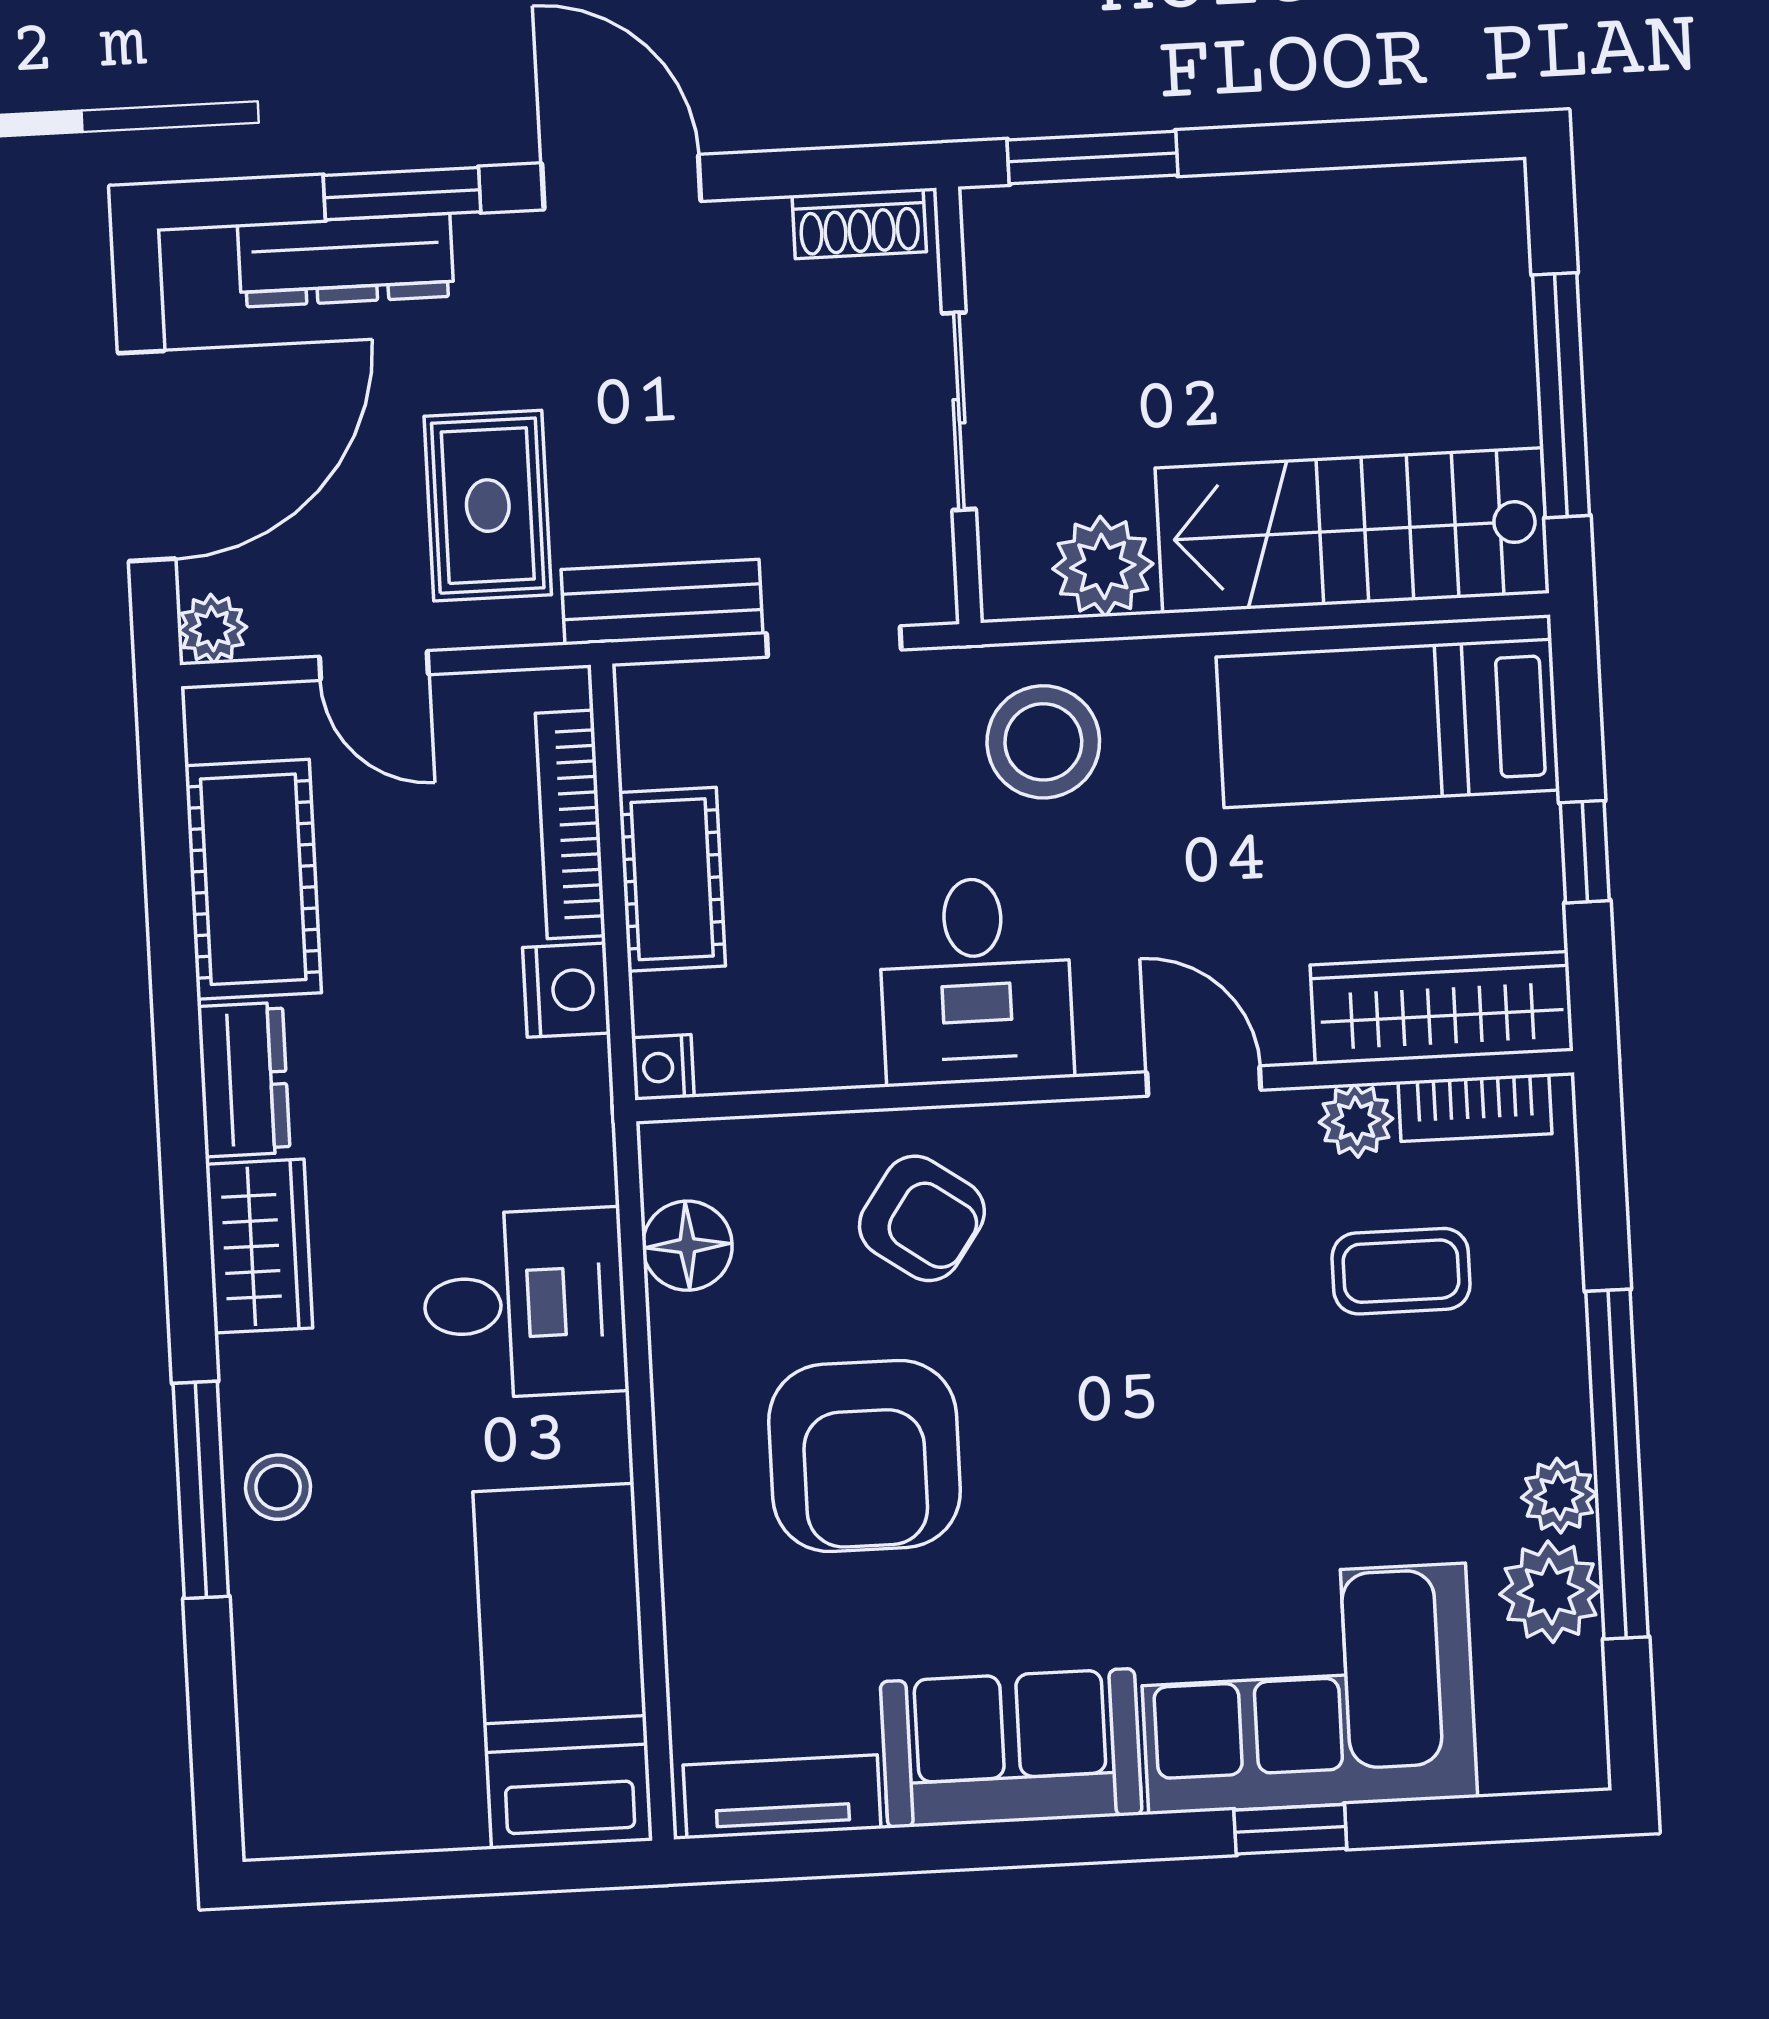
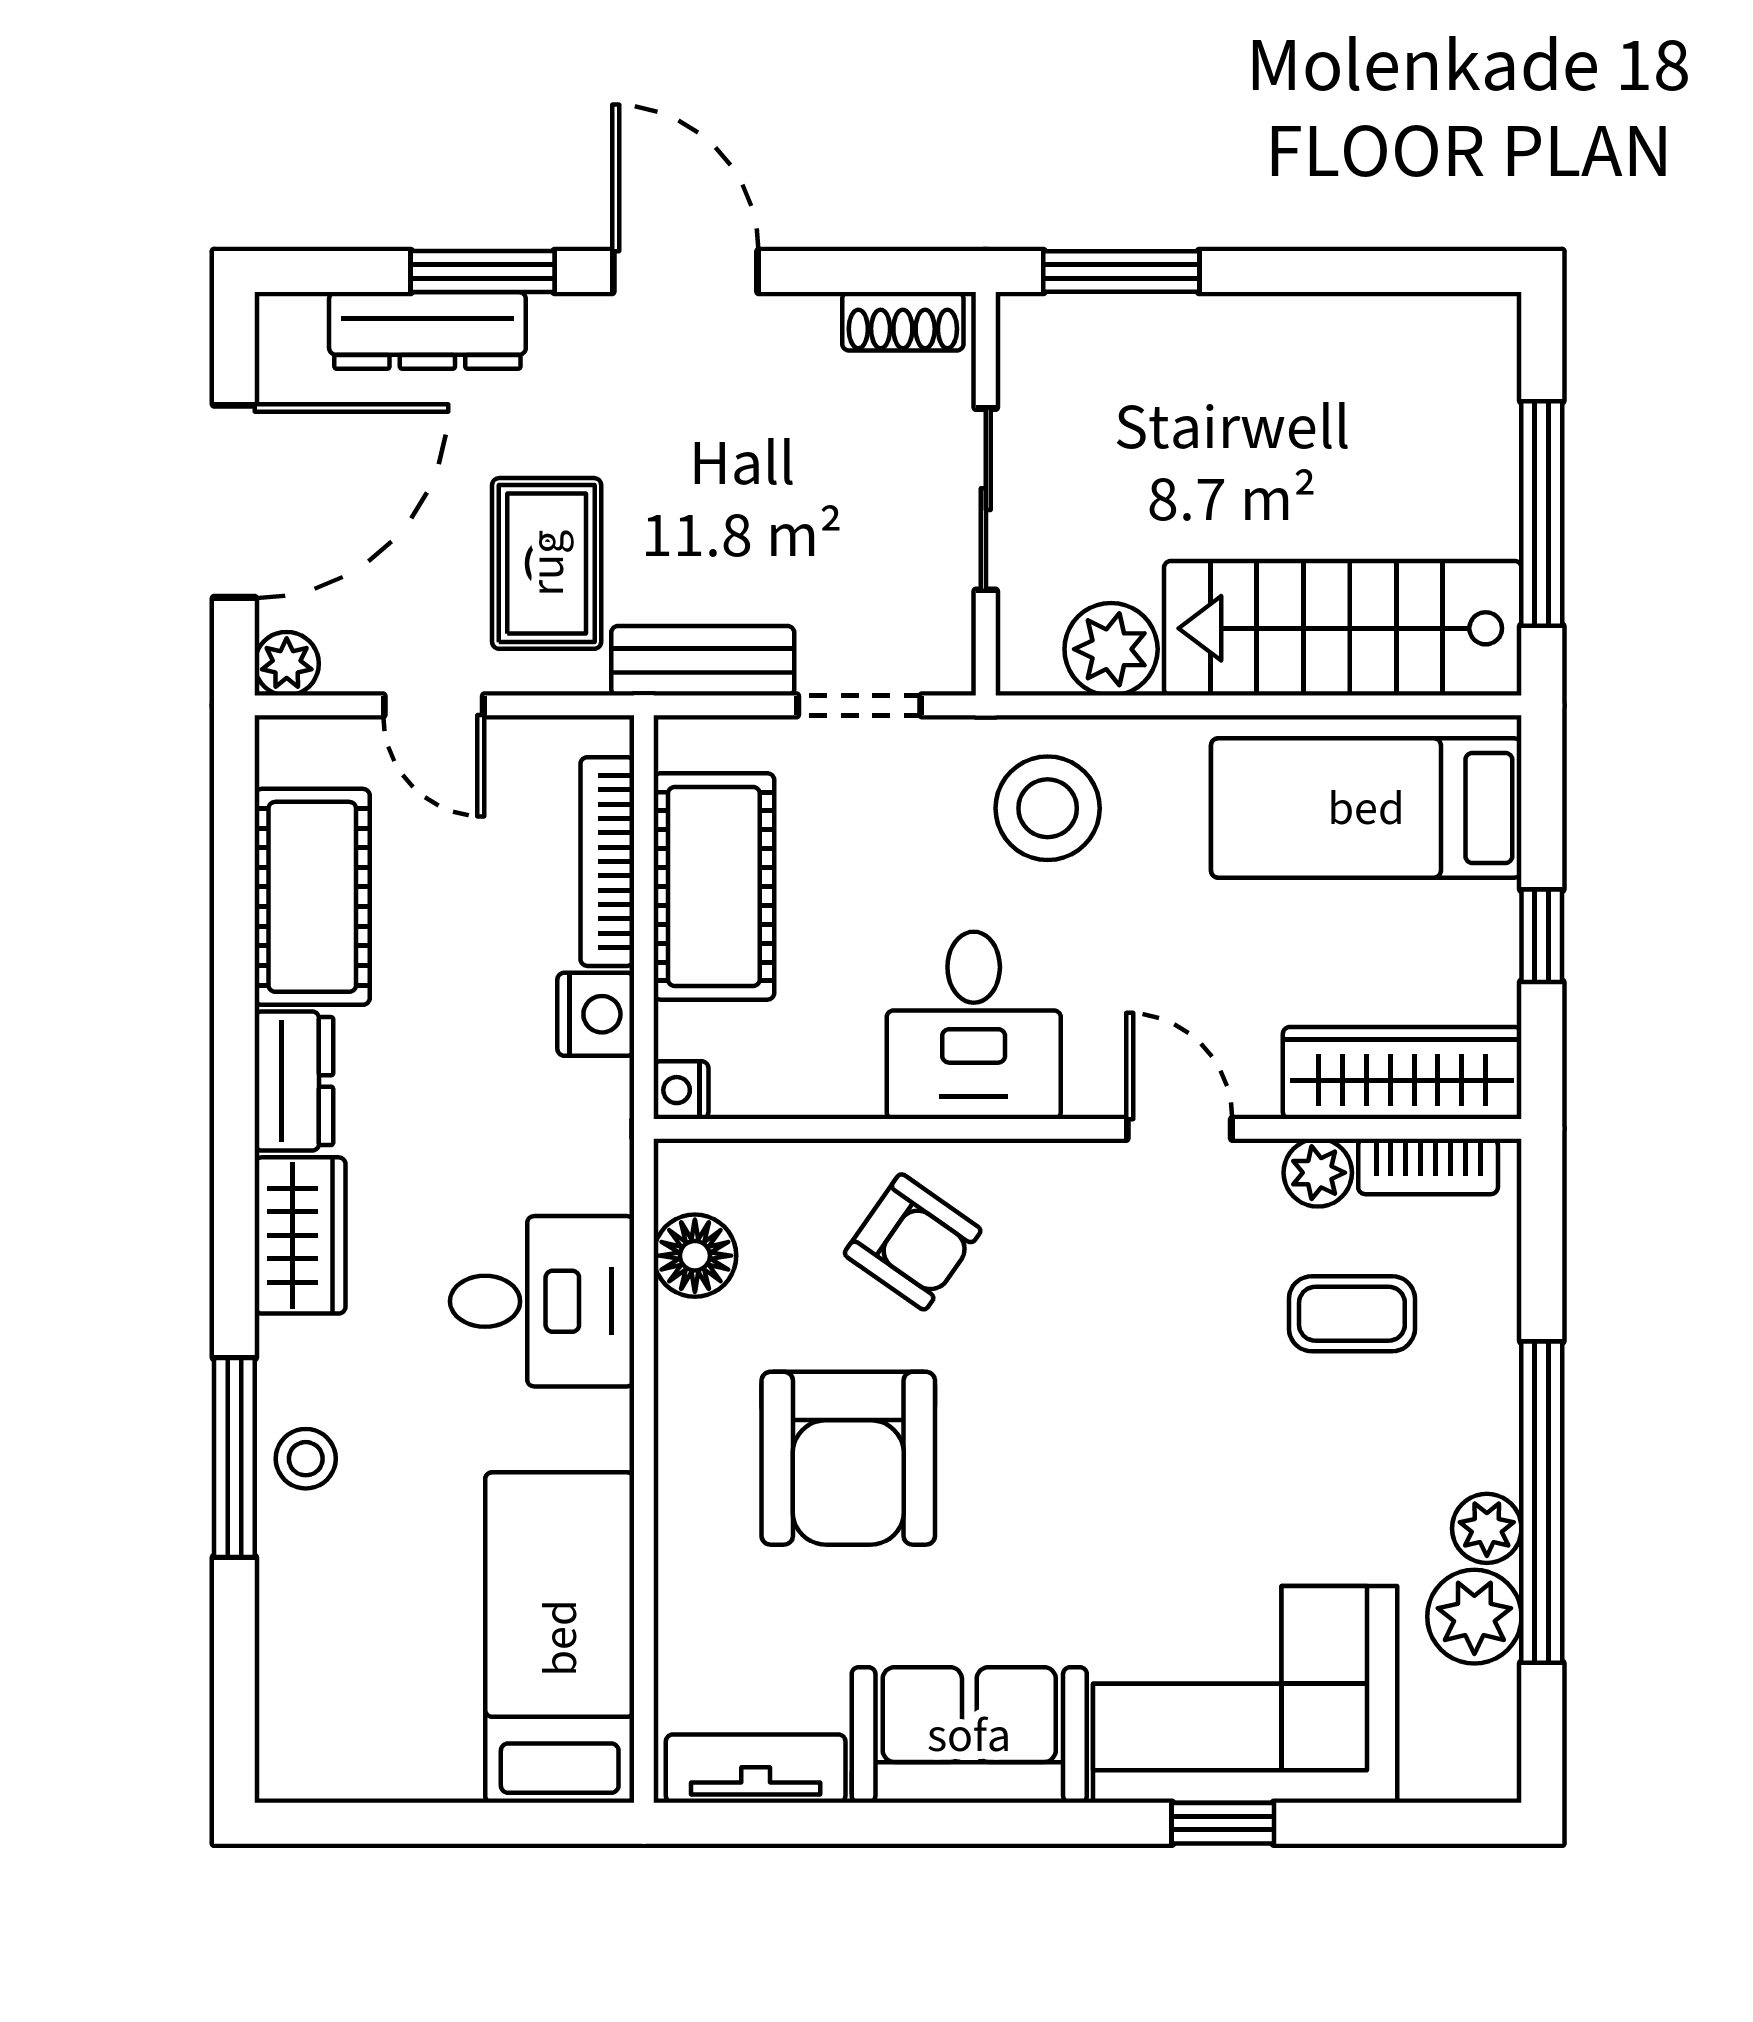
cot: (672, 879) -> (714, 886), width x1.37, depth x1.34

